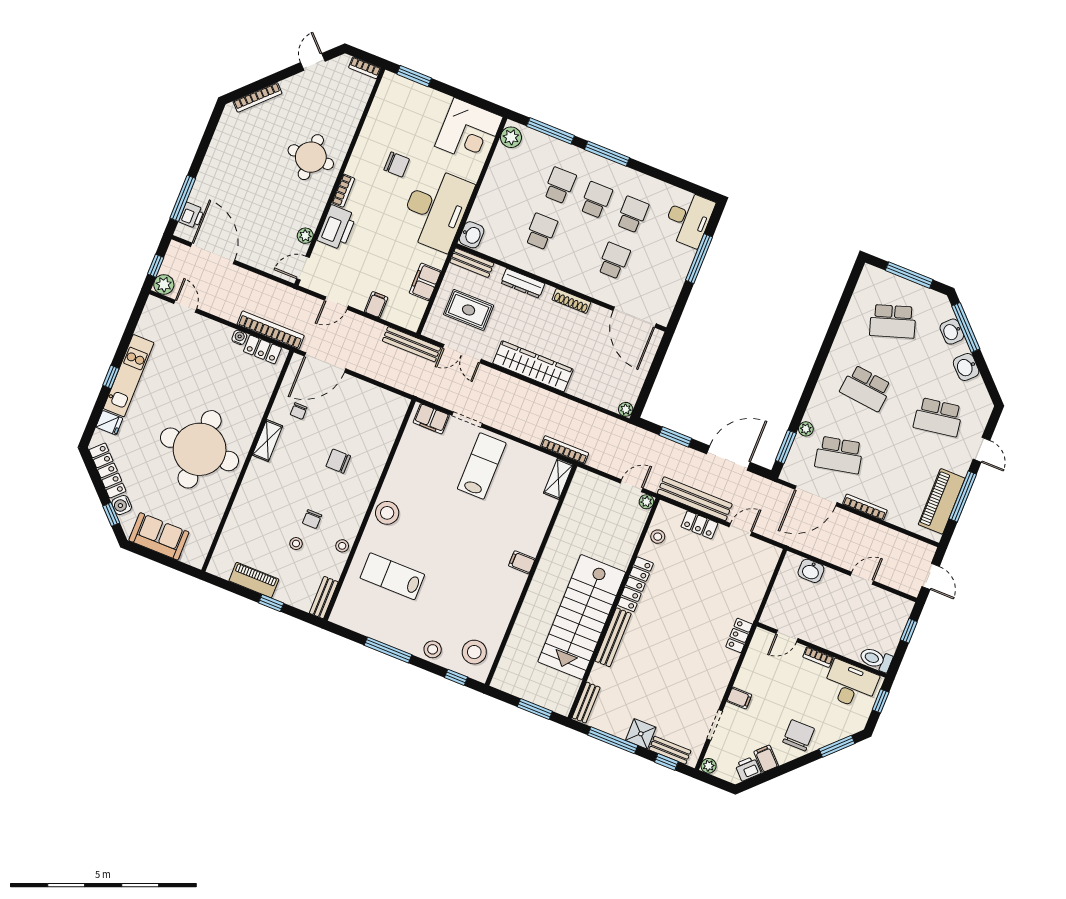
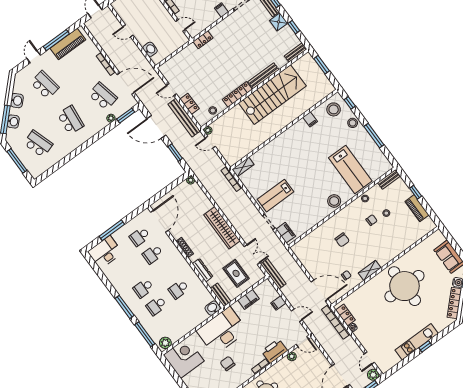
school desk: (632, 215) -> (140, 237), moved
fridge: (109, 423) -> (439, 325), removed
filing cabinet: (522, 562) -> (310, 119), moved
lab bench: (392, 576) -> (350, 169), width x1.36, depth x1.39
window: (613, 740) -> (294, 27), width x0.46

